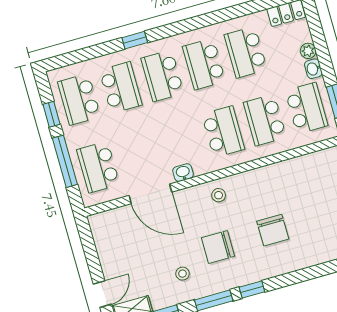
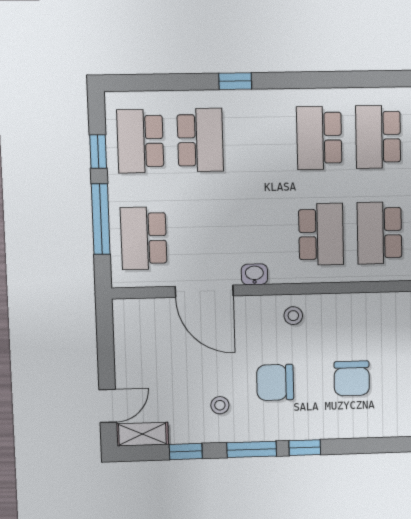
school desk: (162, 76) -> (260, 139), removed

